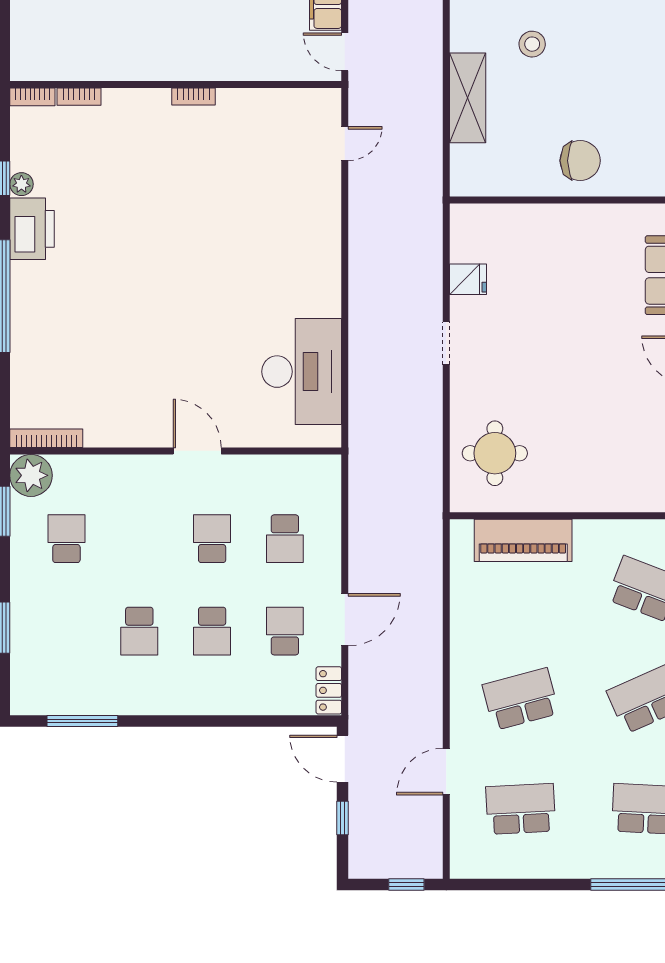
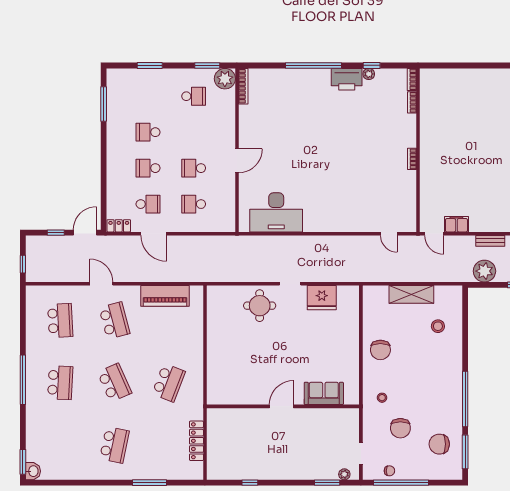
door: (345, 52) -> (434, 234), swing flipped
fridge: (468, 279) -> (322, 298), width x1.88, depth x1.34
round table: (495, 453) -> (260, 306), moved
school desk: (212, 539) -> (194, 168), turned 180
piano: (523, 540) -> (165, 296), moved, turned -90
door: (446, 772) -> (101, 284), moved

